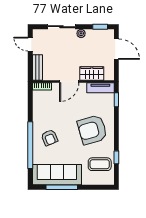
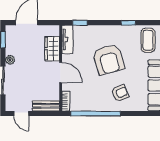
door: (30, 44) -> (21, 114), hinge flipped
armchair: (92, 130) -> (109, 59), moved
window: (30, 145) -> (96, 114), moved
window: (116, 157) -> (128, 23), moved

